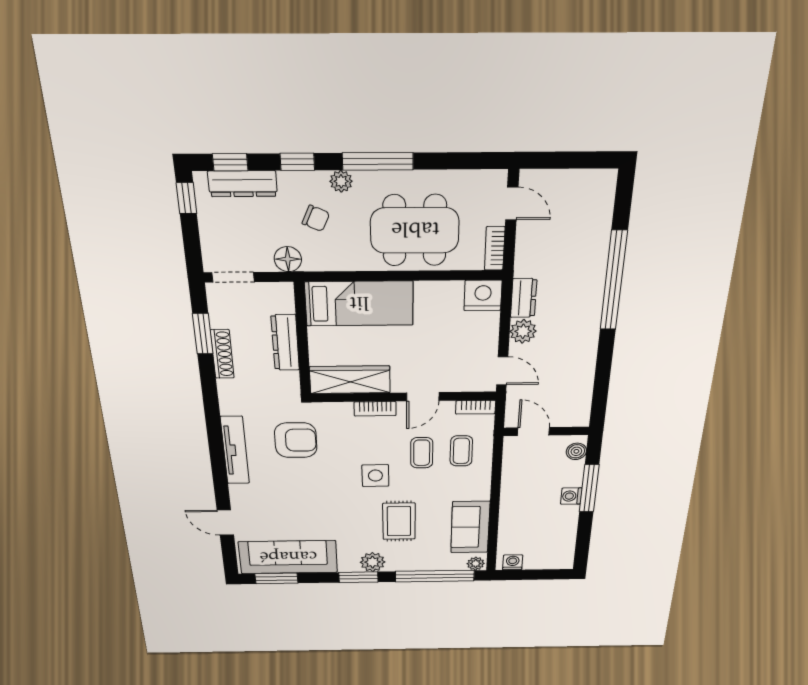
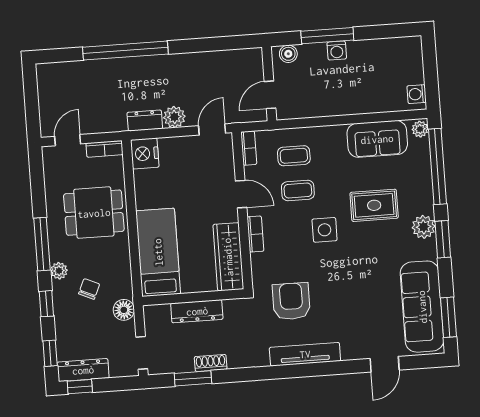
dresser: (243, 184) -> (83, 370), moved, turned -90
dining table: (415, 230) -> (94, 213), width x0.73
shoe rack: (222, 354) -> (211, 363), width x0.70

